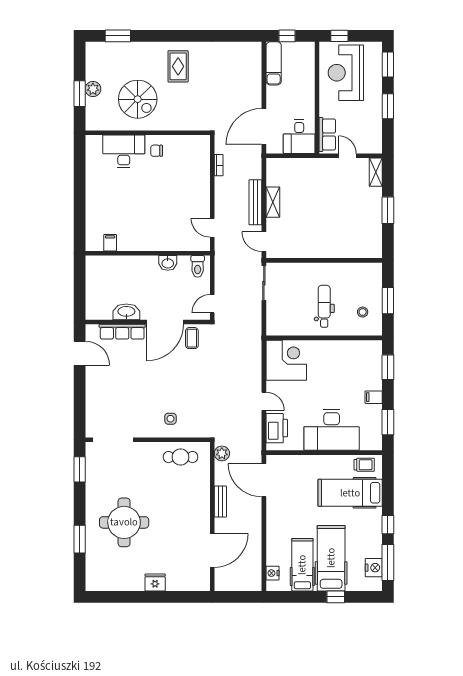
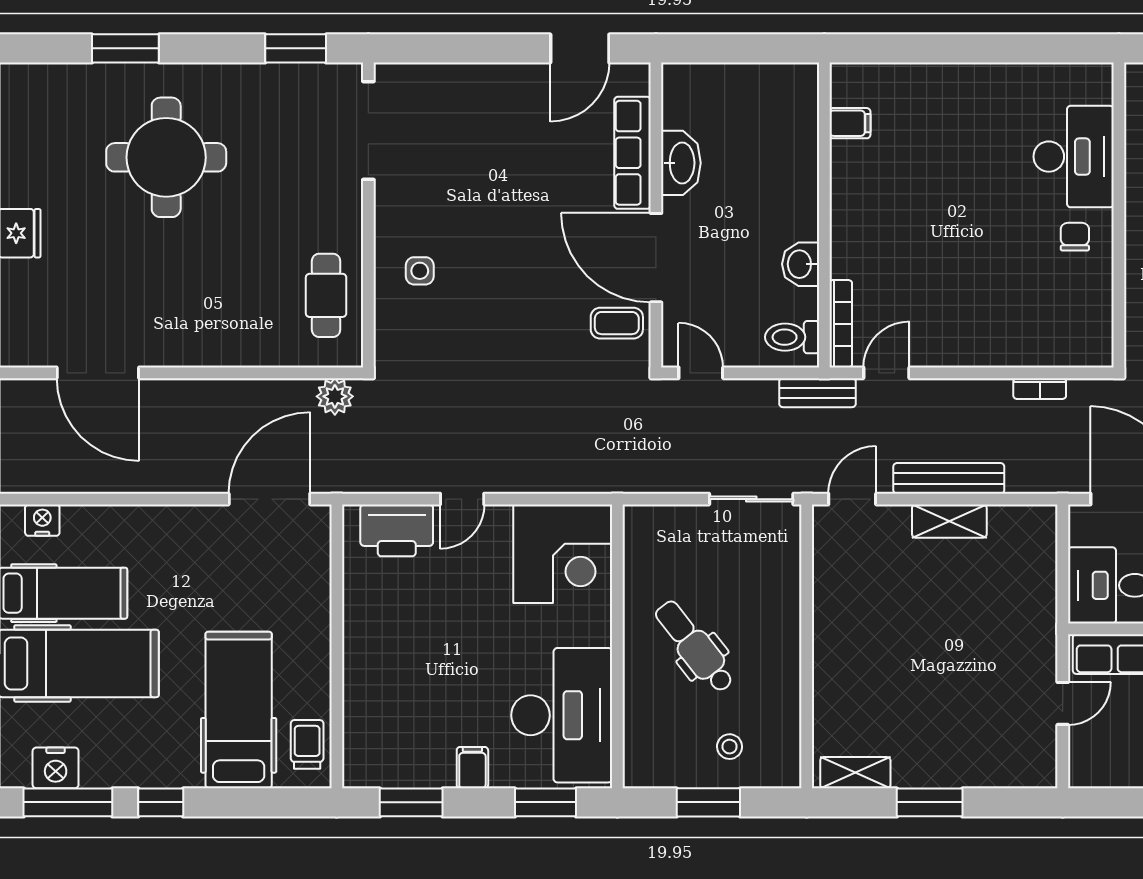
shelving: (376, 172) -> (855, 773), moved
bookcase: (192, 246) -> (841, 324), added
dental chair: (324, 306) -> (695, 647), turned -128
stool: (363, 312) -> (730, 747), moved
desk: (332, 430) -> (562, 715), moved, turned 180
trolley: (364, 465) -> (307, 744), turned 180
bench: (220, 501) -> (817, 393), moved

